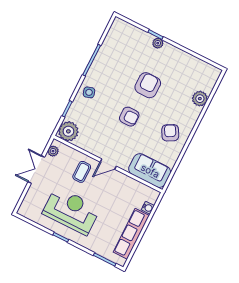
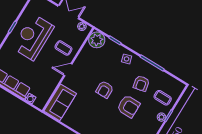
coffee table: (134, 44) -> (163, 98), added
armchair: (170, 133) -> (141, 83), moved, turned 107
door: (108, 164) -> (68, 70), hinge flipped
reception desk: (71, 211) -> (33, 37), turned 180

